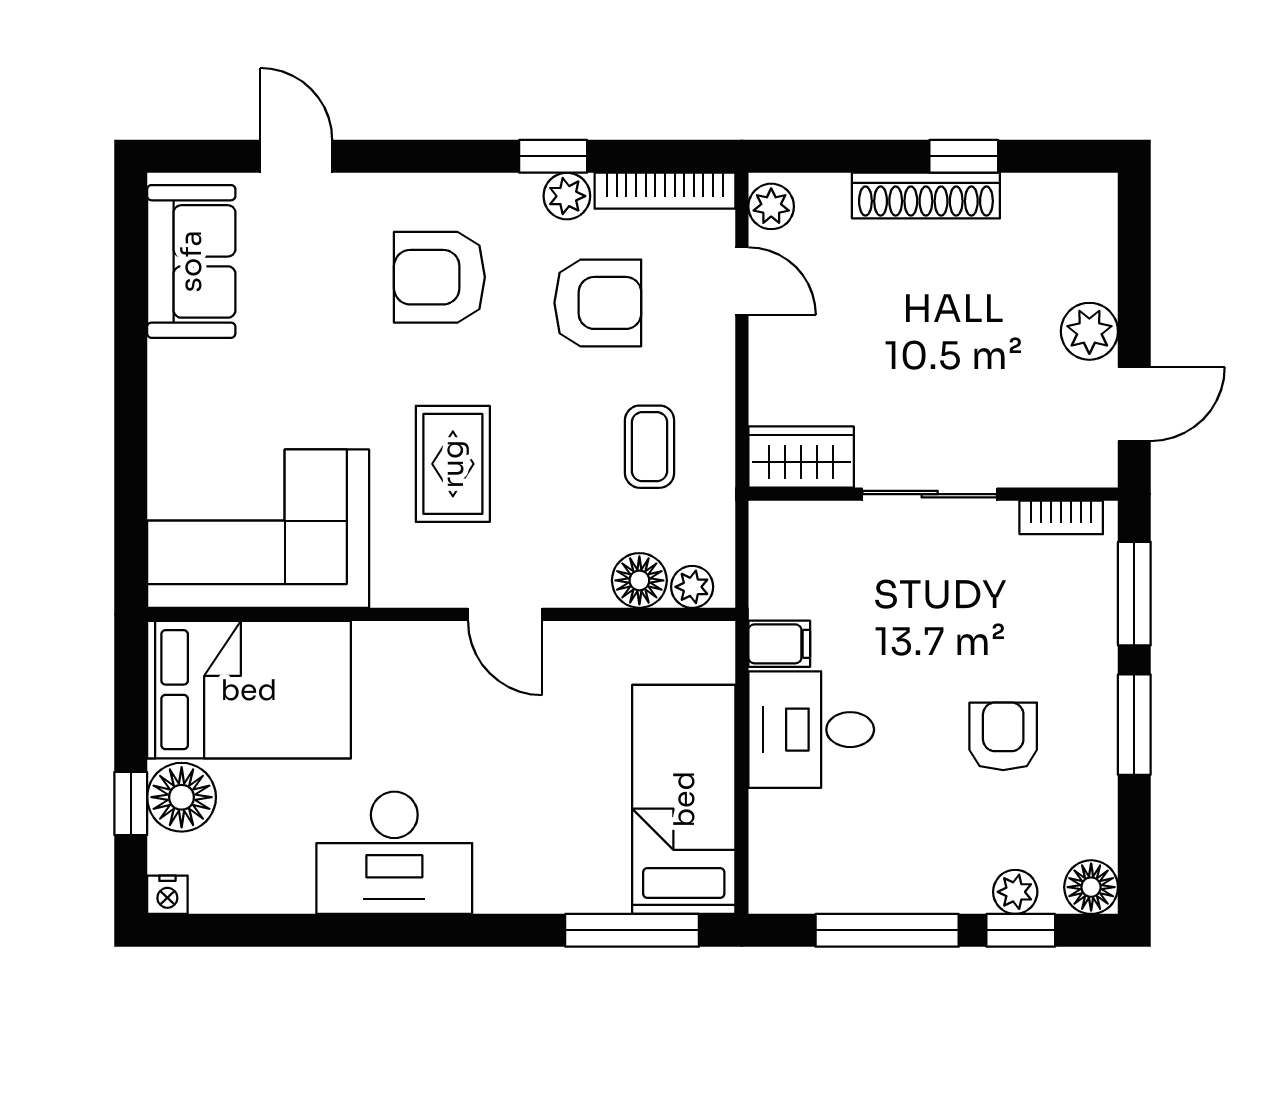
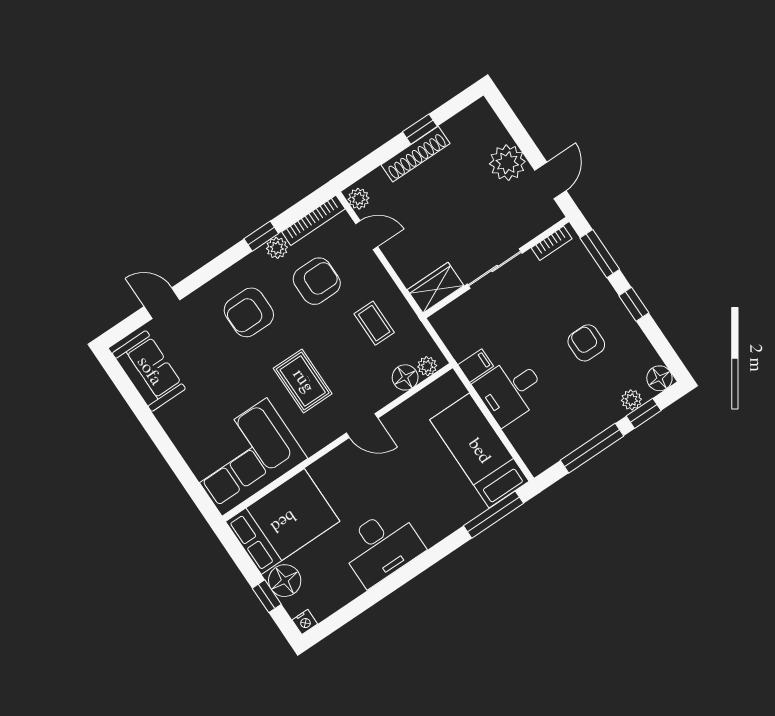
plant: (1089, 331) -> (507, 163), width x1.36, depth x1.36
window: (1134, 725) -> (634, 304), width x0.67

